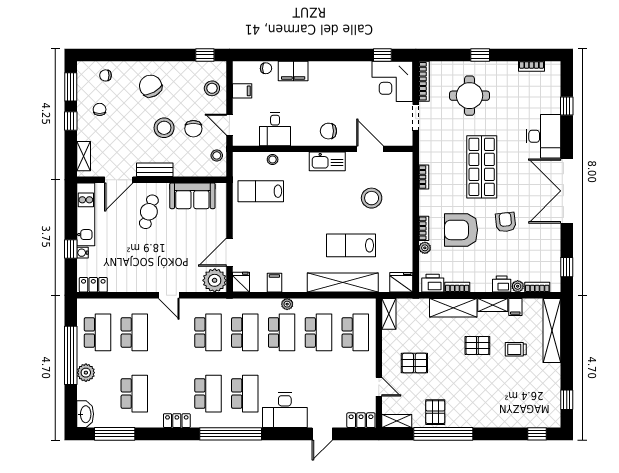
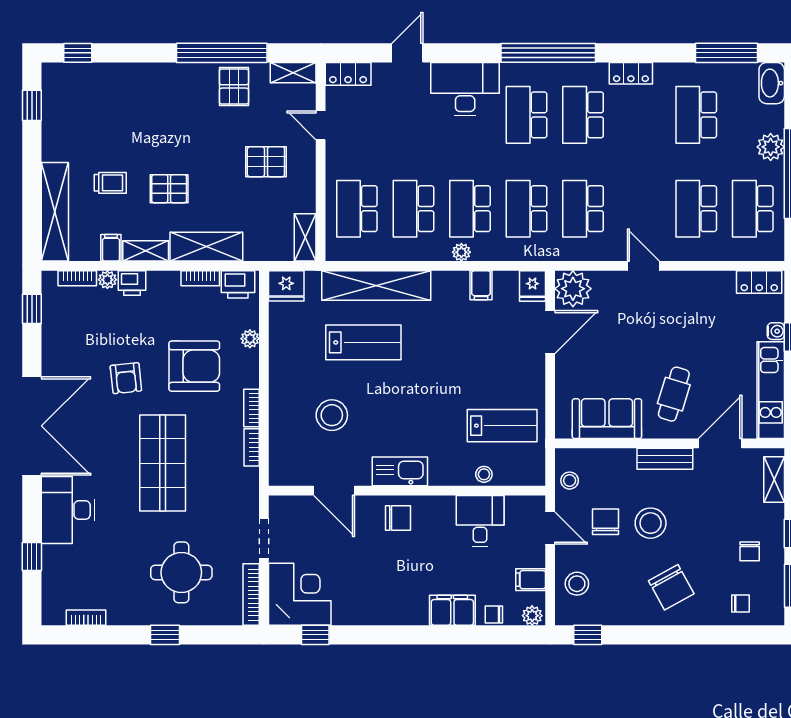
plant: (241, 68) -> (532, 616), added
bookcase: (424, 228) -> (252, 408), moved

